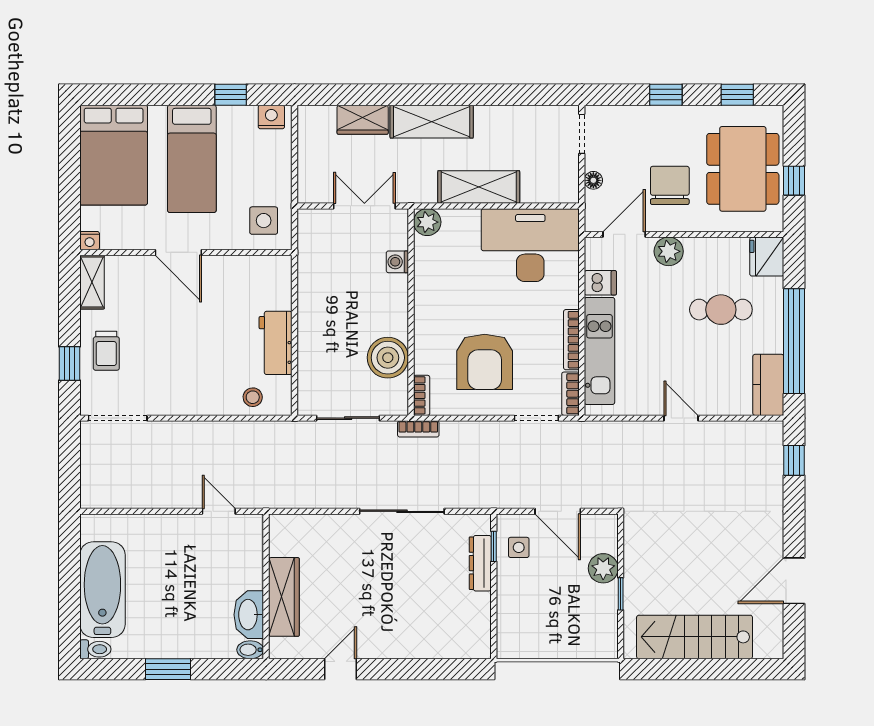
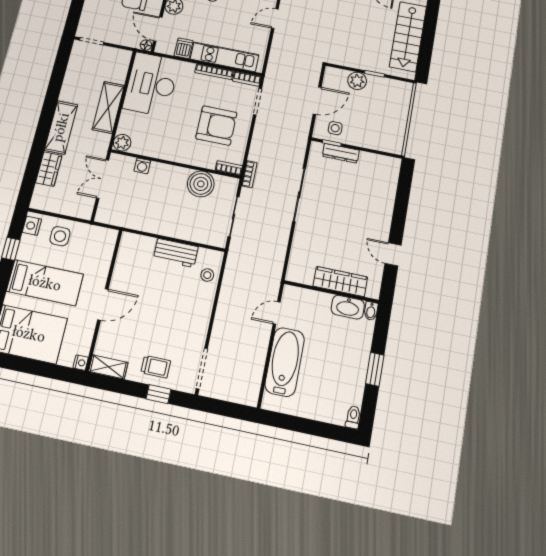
floor lamp: (593, 180) -> (146, 45), moved
side table: (264, 221) -> (60, 236), moved
bathtub: (102, 590) -> (285, 362), moved, turned 90

